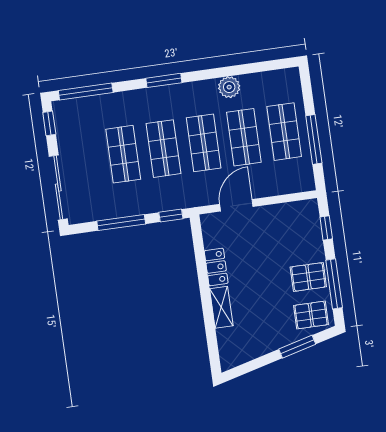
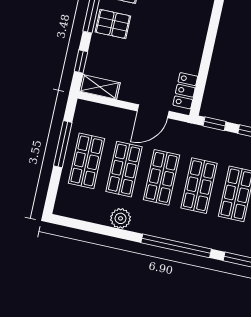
window: (164, 80) -> (176, 246), width x2.11
locker: (216, 267) -> (185, 91), moved
shelving: (221, 307) -> (100, 87), moved, turned 90

